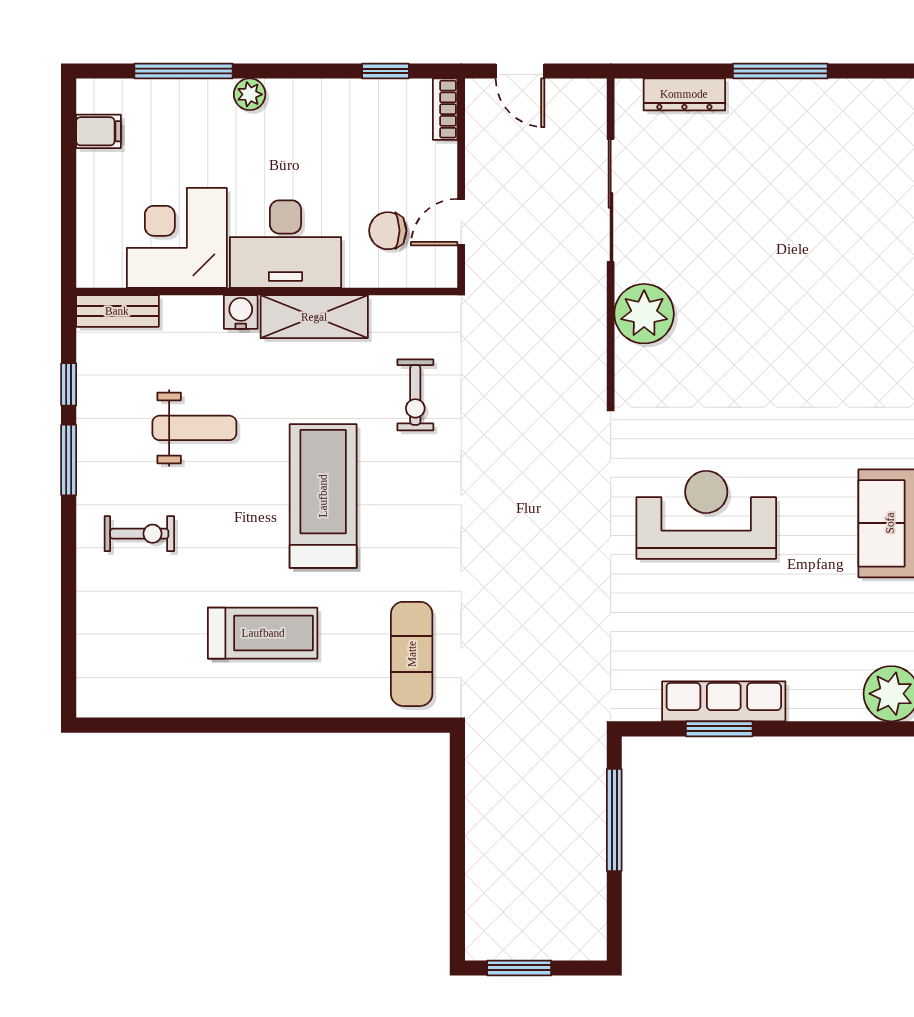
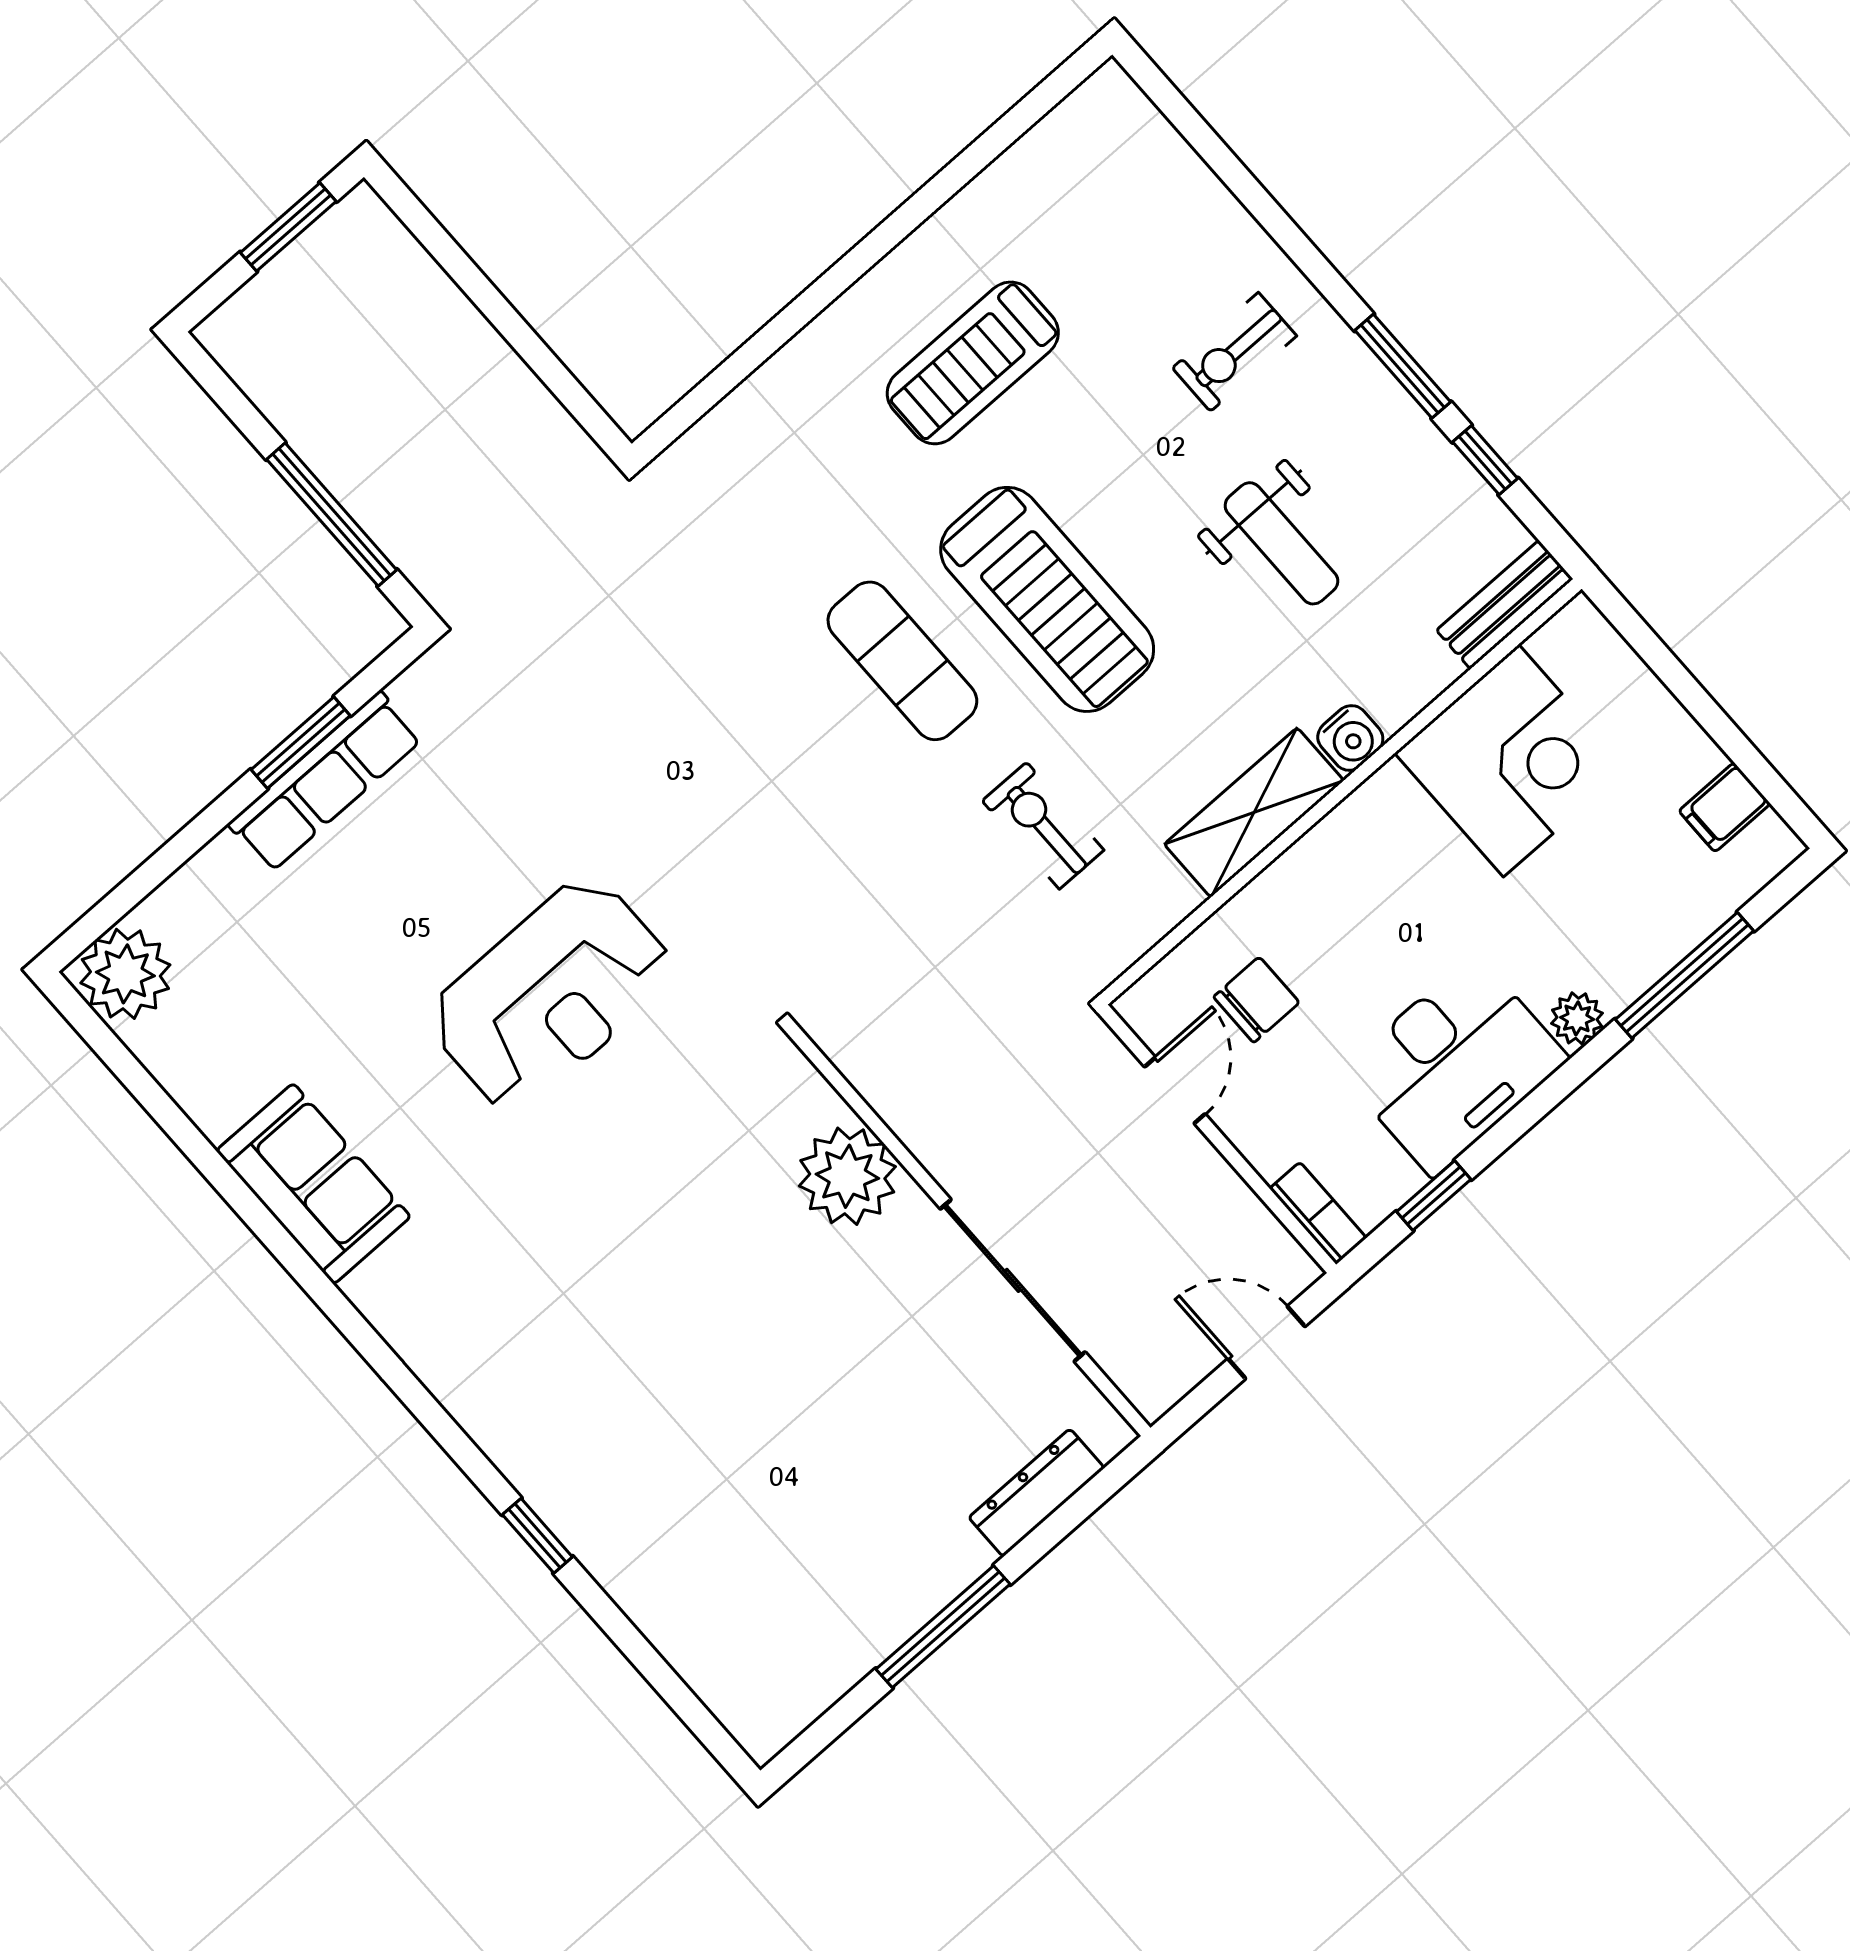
desk: (285, 244) -> (1454, 1065), moved, turned 180
weight bench: (194, 428) -> (1281, 543), turned -90
exercise mat: (412, 654) -> (902, 661), moved

